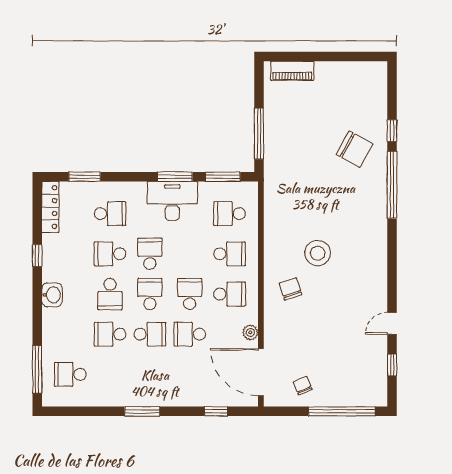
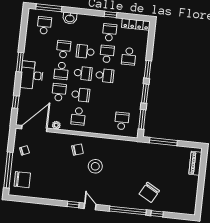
window: (85, 177) -> (148, 69), moved
desk: (172, 201) -> (32, 75), moved, turned 180
school desk: (230, 254) -> (109, 32), moved, turned 180
washbasin: (52, 295) -> (70, 18), moved
door: (392, 323) -> (90, 206), moved
window: (392, 365) -> (73, 205), moved
chair: (356, 384) -> (22, 180), added

